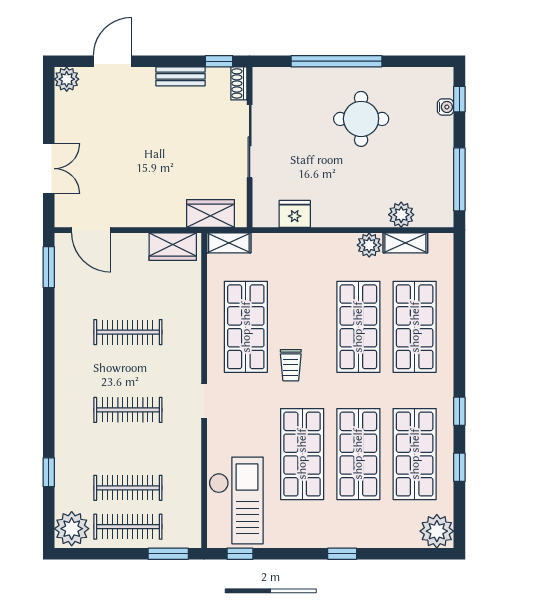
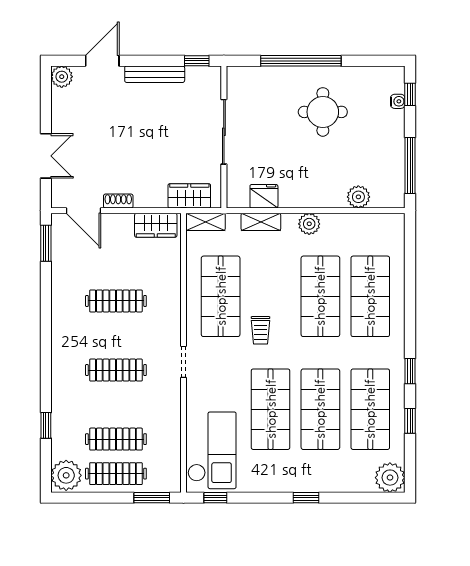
bench: (180, 76) -> (155, 74), width x1.36
shoe rack: (239, 83) -> (118, 201), moved, turned 90
shelving: (405, 243) -> (261, 222), moved
plant: (369, 245) -> (309, 224), moved

